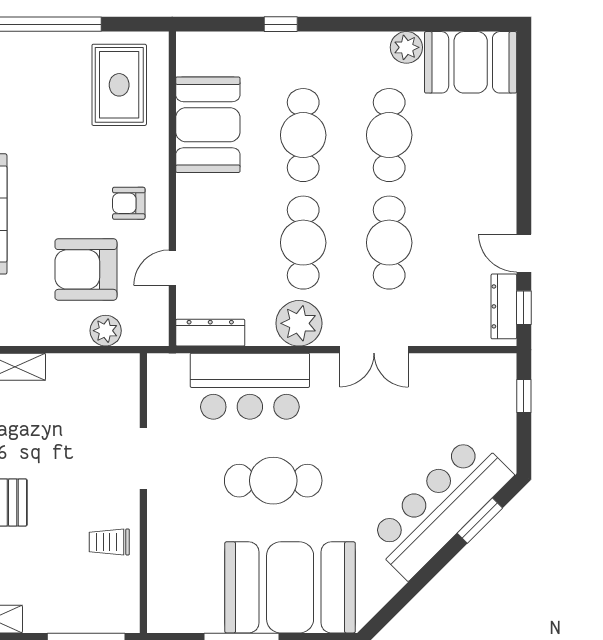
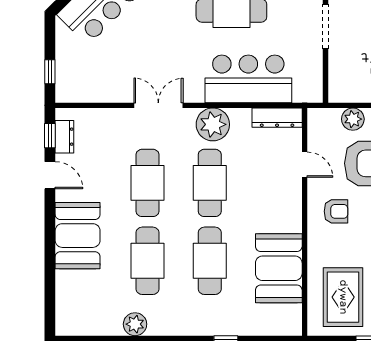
booth: (471, 62) -> (78, 236), moved, turned 90
door: (172, 268) -> (305, 165), hinge flipped
dresser: (504, 306) -> (64, 137), width x0.70

